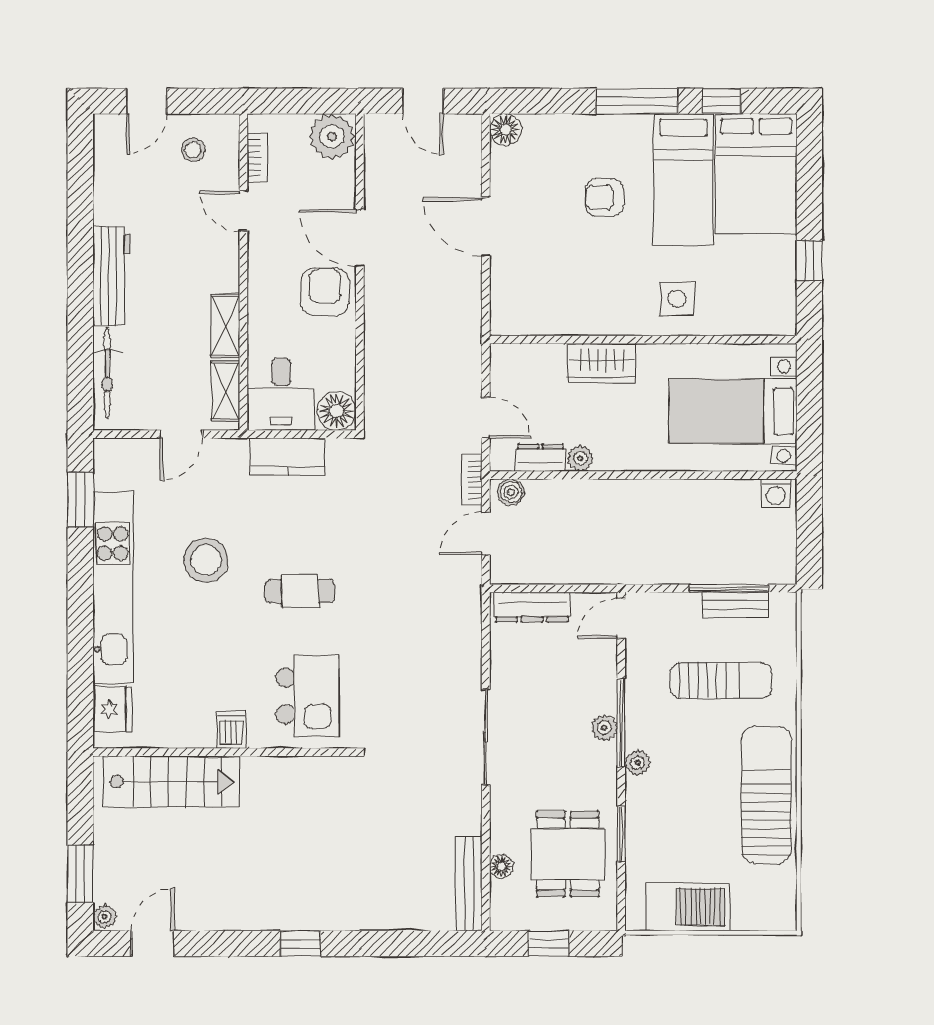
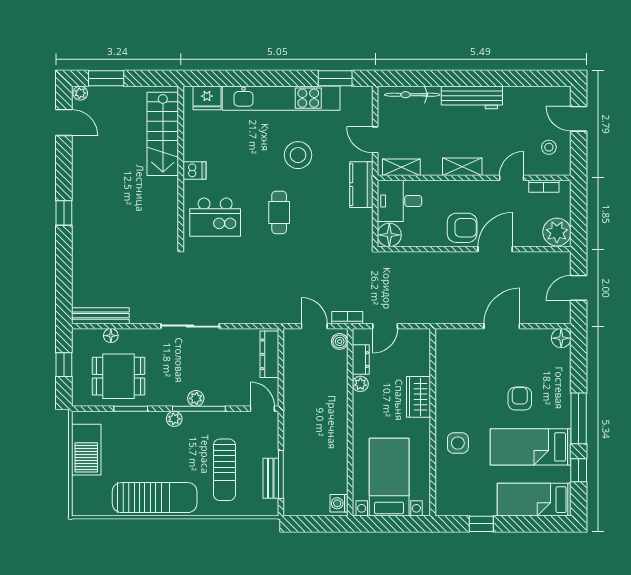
bed: (756, 174) -> (534, 500), width x0.67
shelving: (225, 326) -> (462, 167), moved
kitchen counter: (287, 457) -> (361, 185), moved

